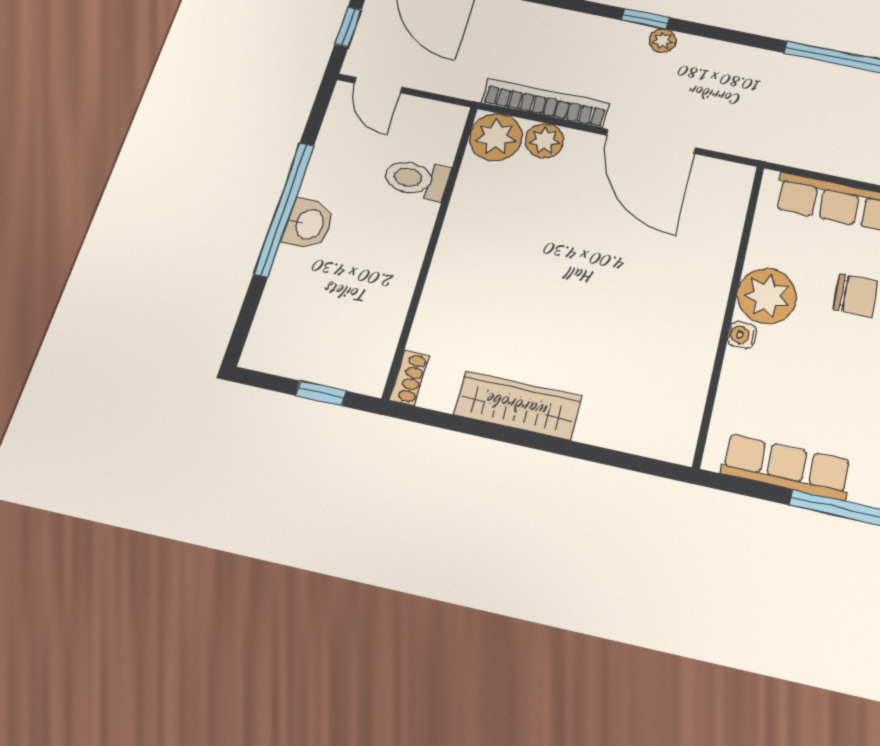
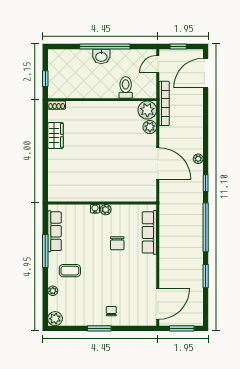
window: (645, 19) -> (206, 183), moved
bookcase: (545, 103) -> (164, 103), moved
door: (651, 141) -> (158, 164), swing flipped
plant: (767, 296) -> (106, 210), width x0.53, depth x0.53
wardrobe: (518, 405) -> (55, 135), width x0.67

